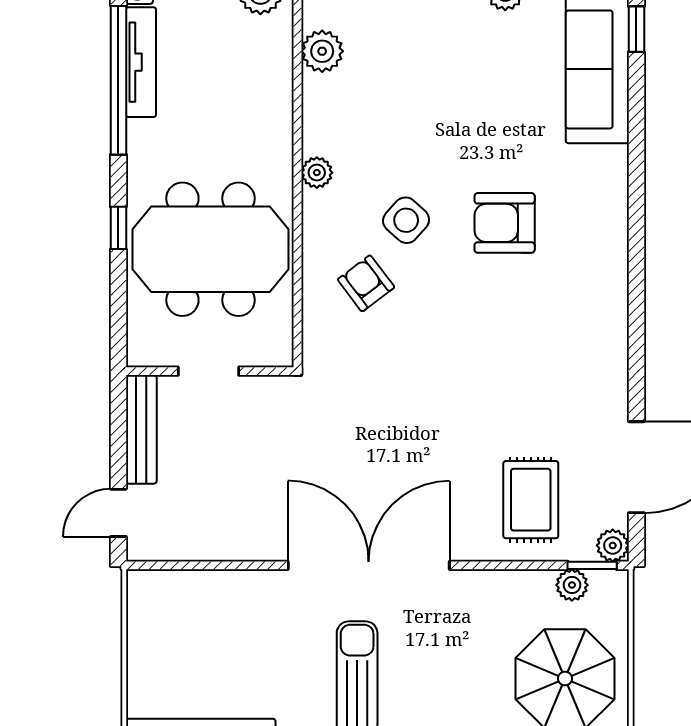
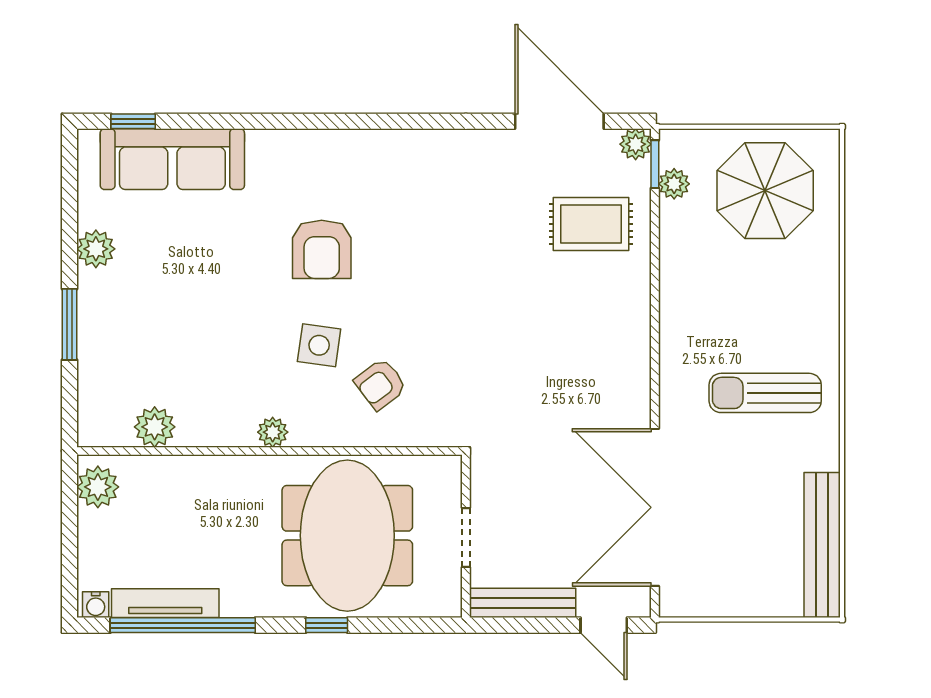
side table: (406, 220) -> (319, 345), turned -34
double door: (369, 565) -> (655, 507), moved

